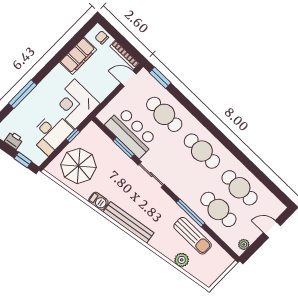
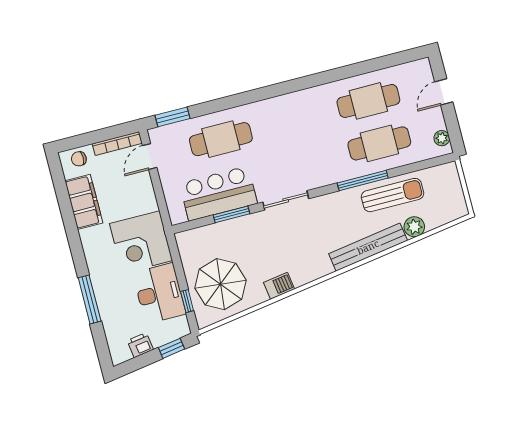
window: (73, 135) -> (187, 301), moved
cafe table: (202, 151) -> (295, 120), removed
bench: (129, 222) -> (368, 247), moved

